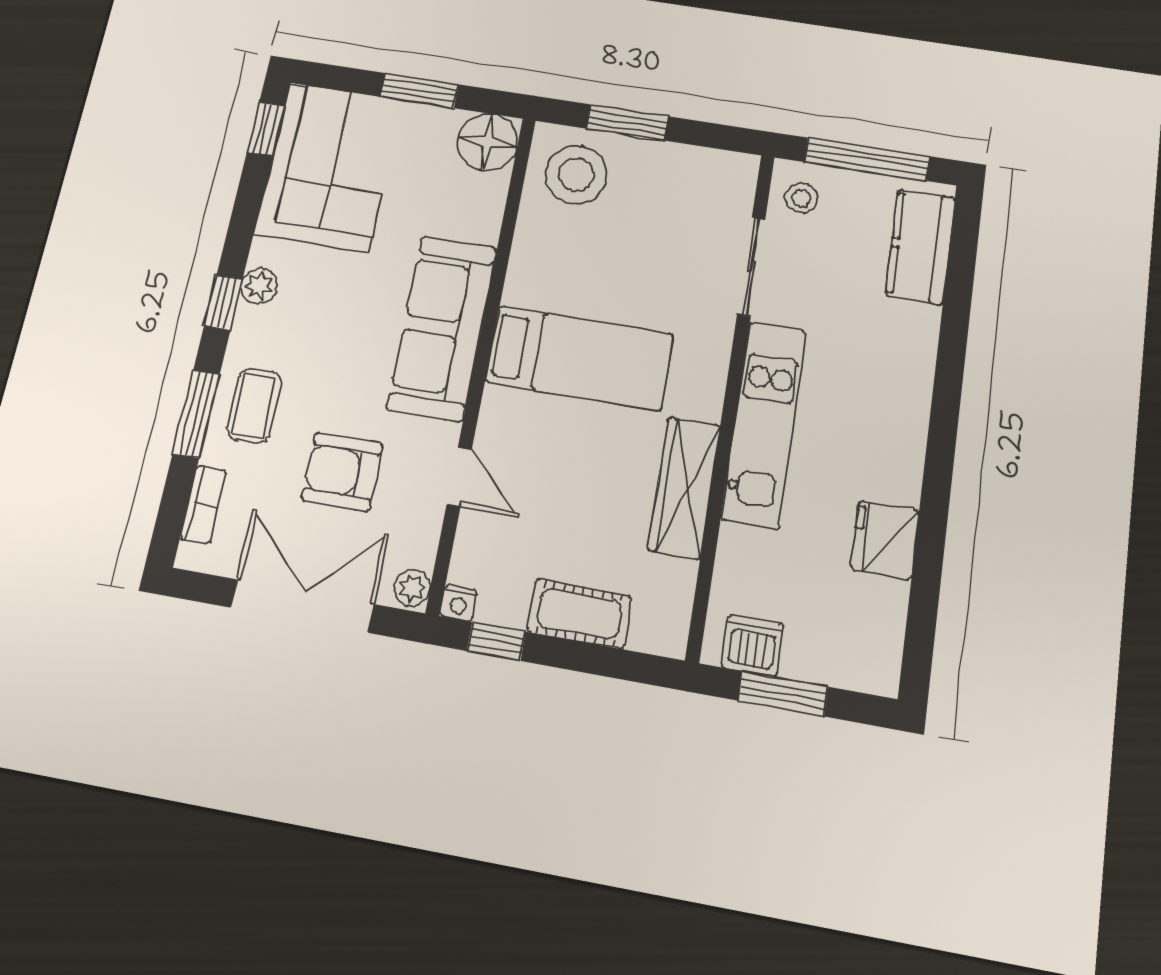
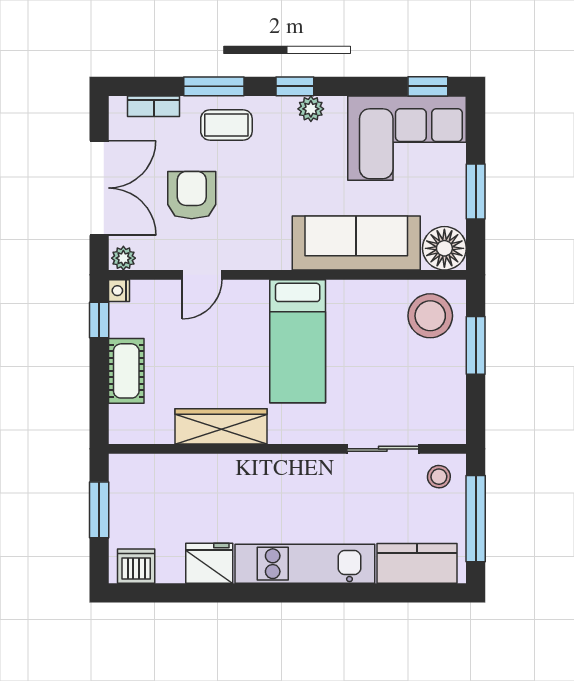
sofa: (442, 328) -> (356, 243), moved
kitchen unit: (764, 424) -> (305, 564), moved, turned 180
dishwasher: (752, 646) -> (136, 566), moved, turned -90

